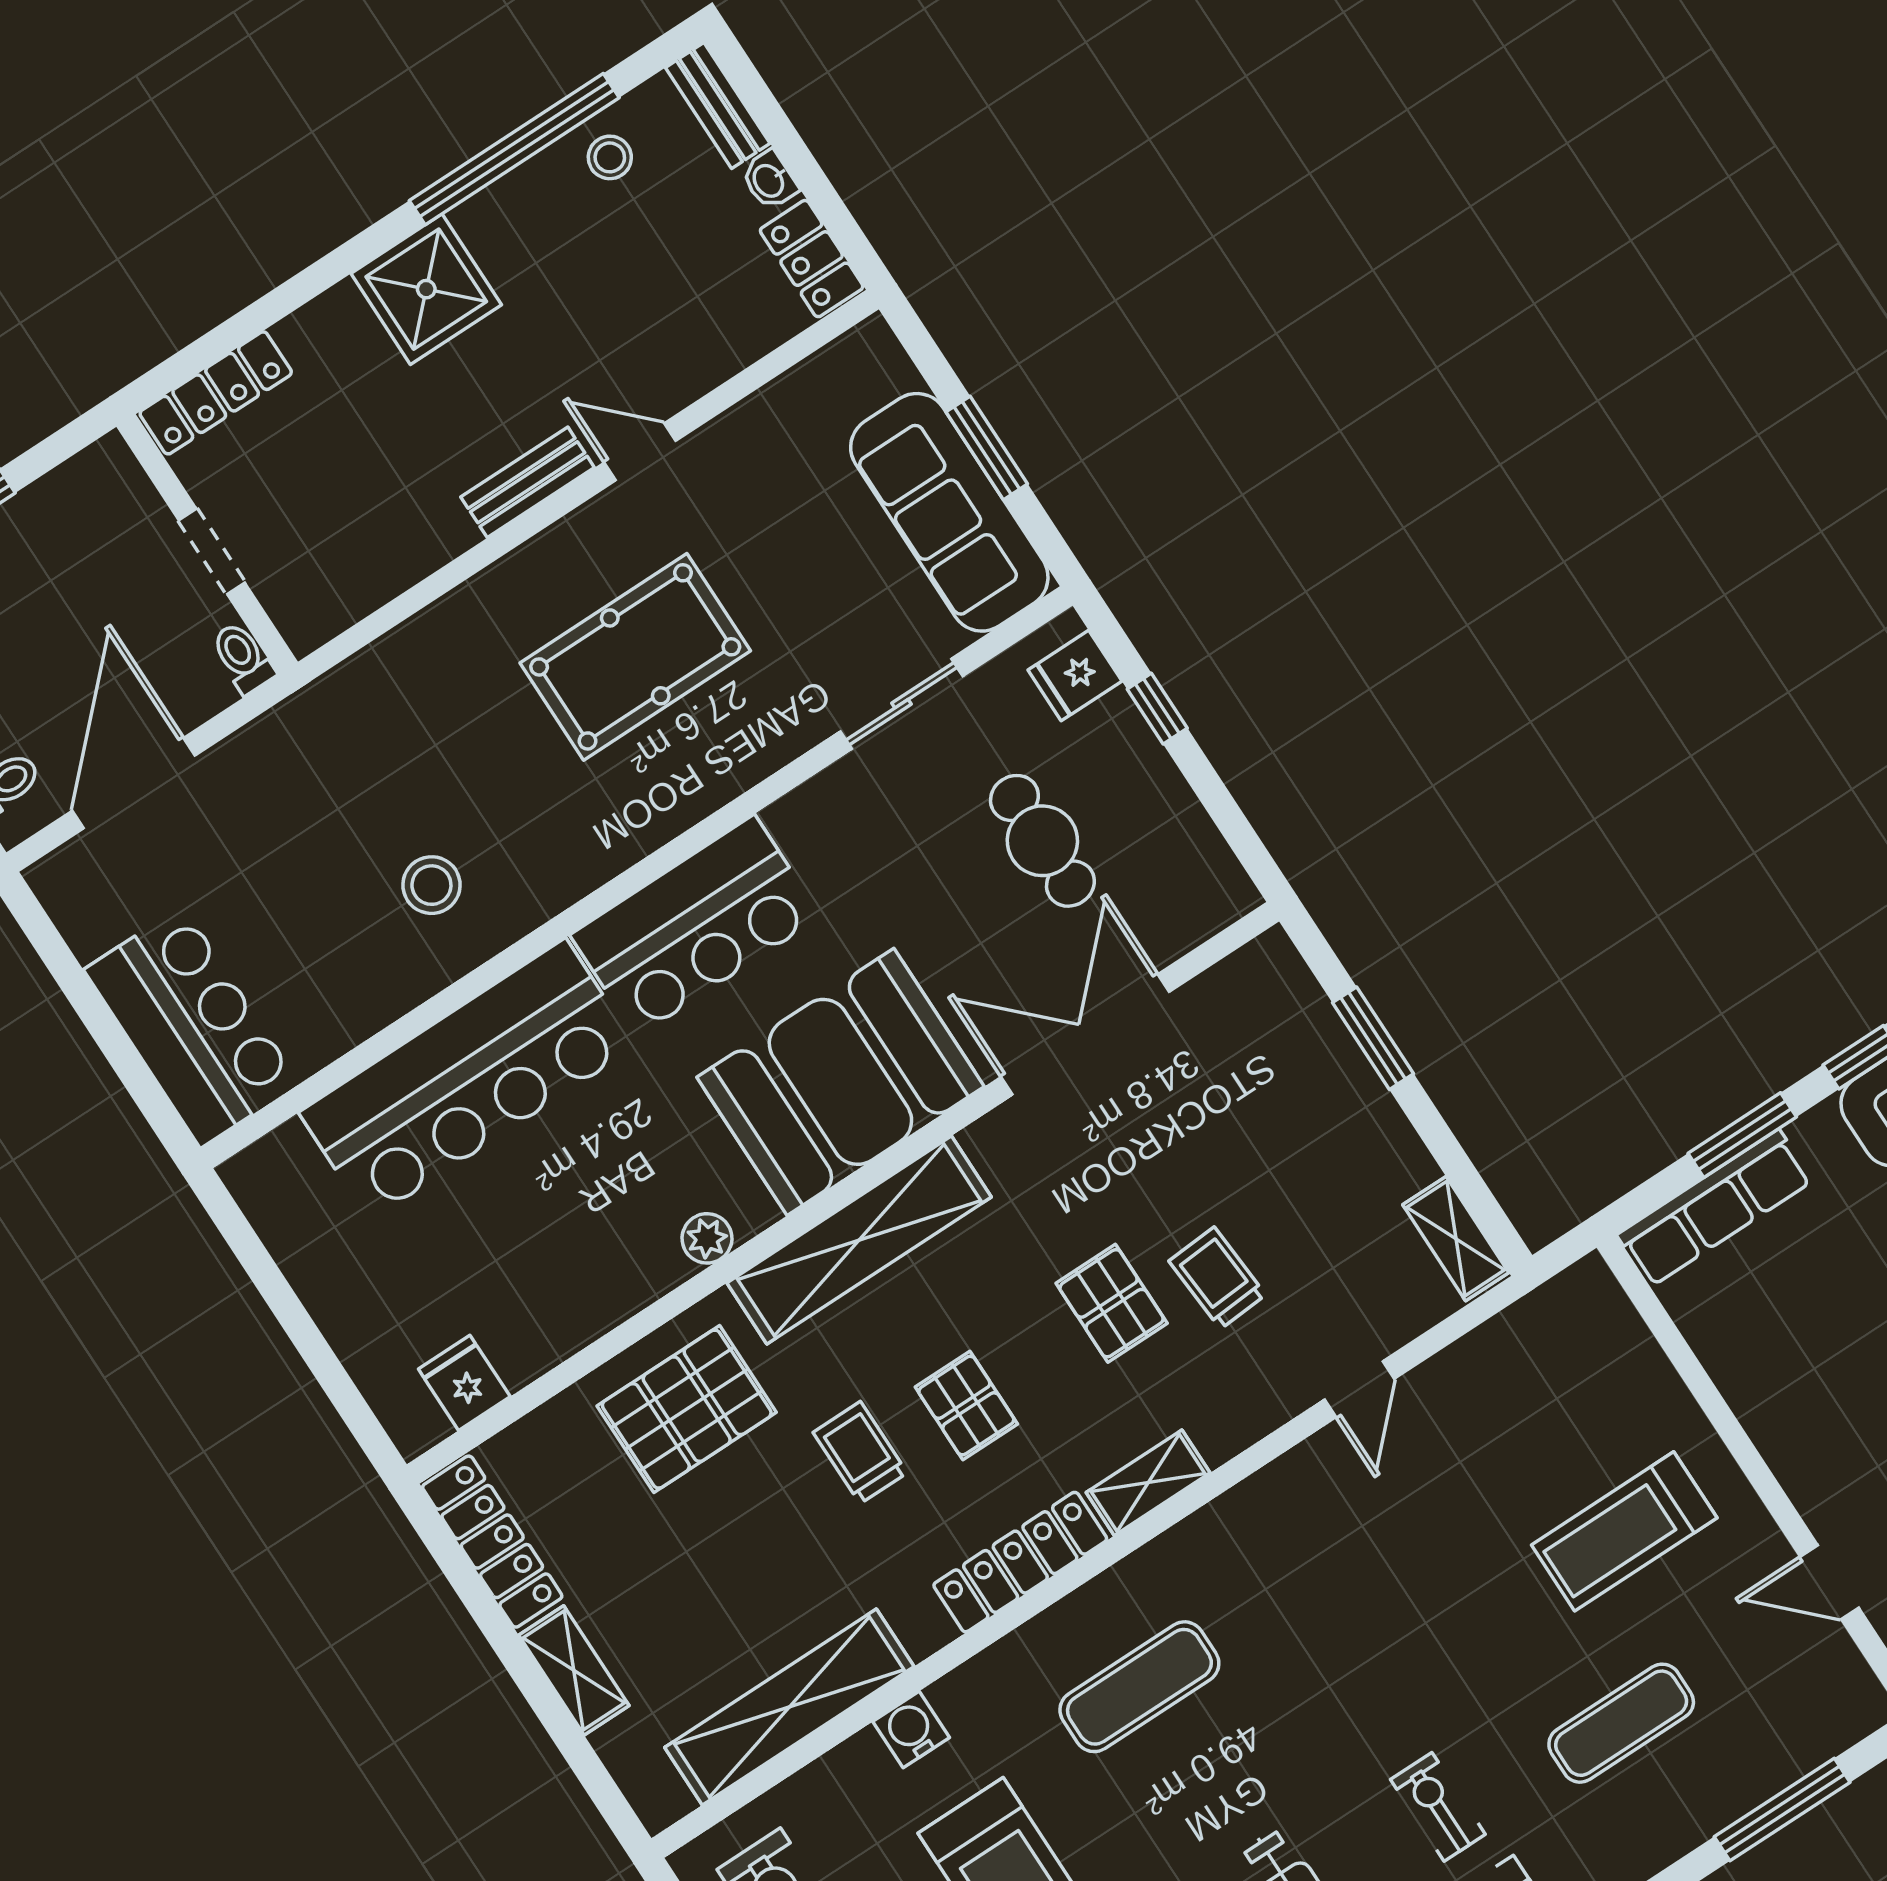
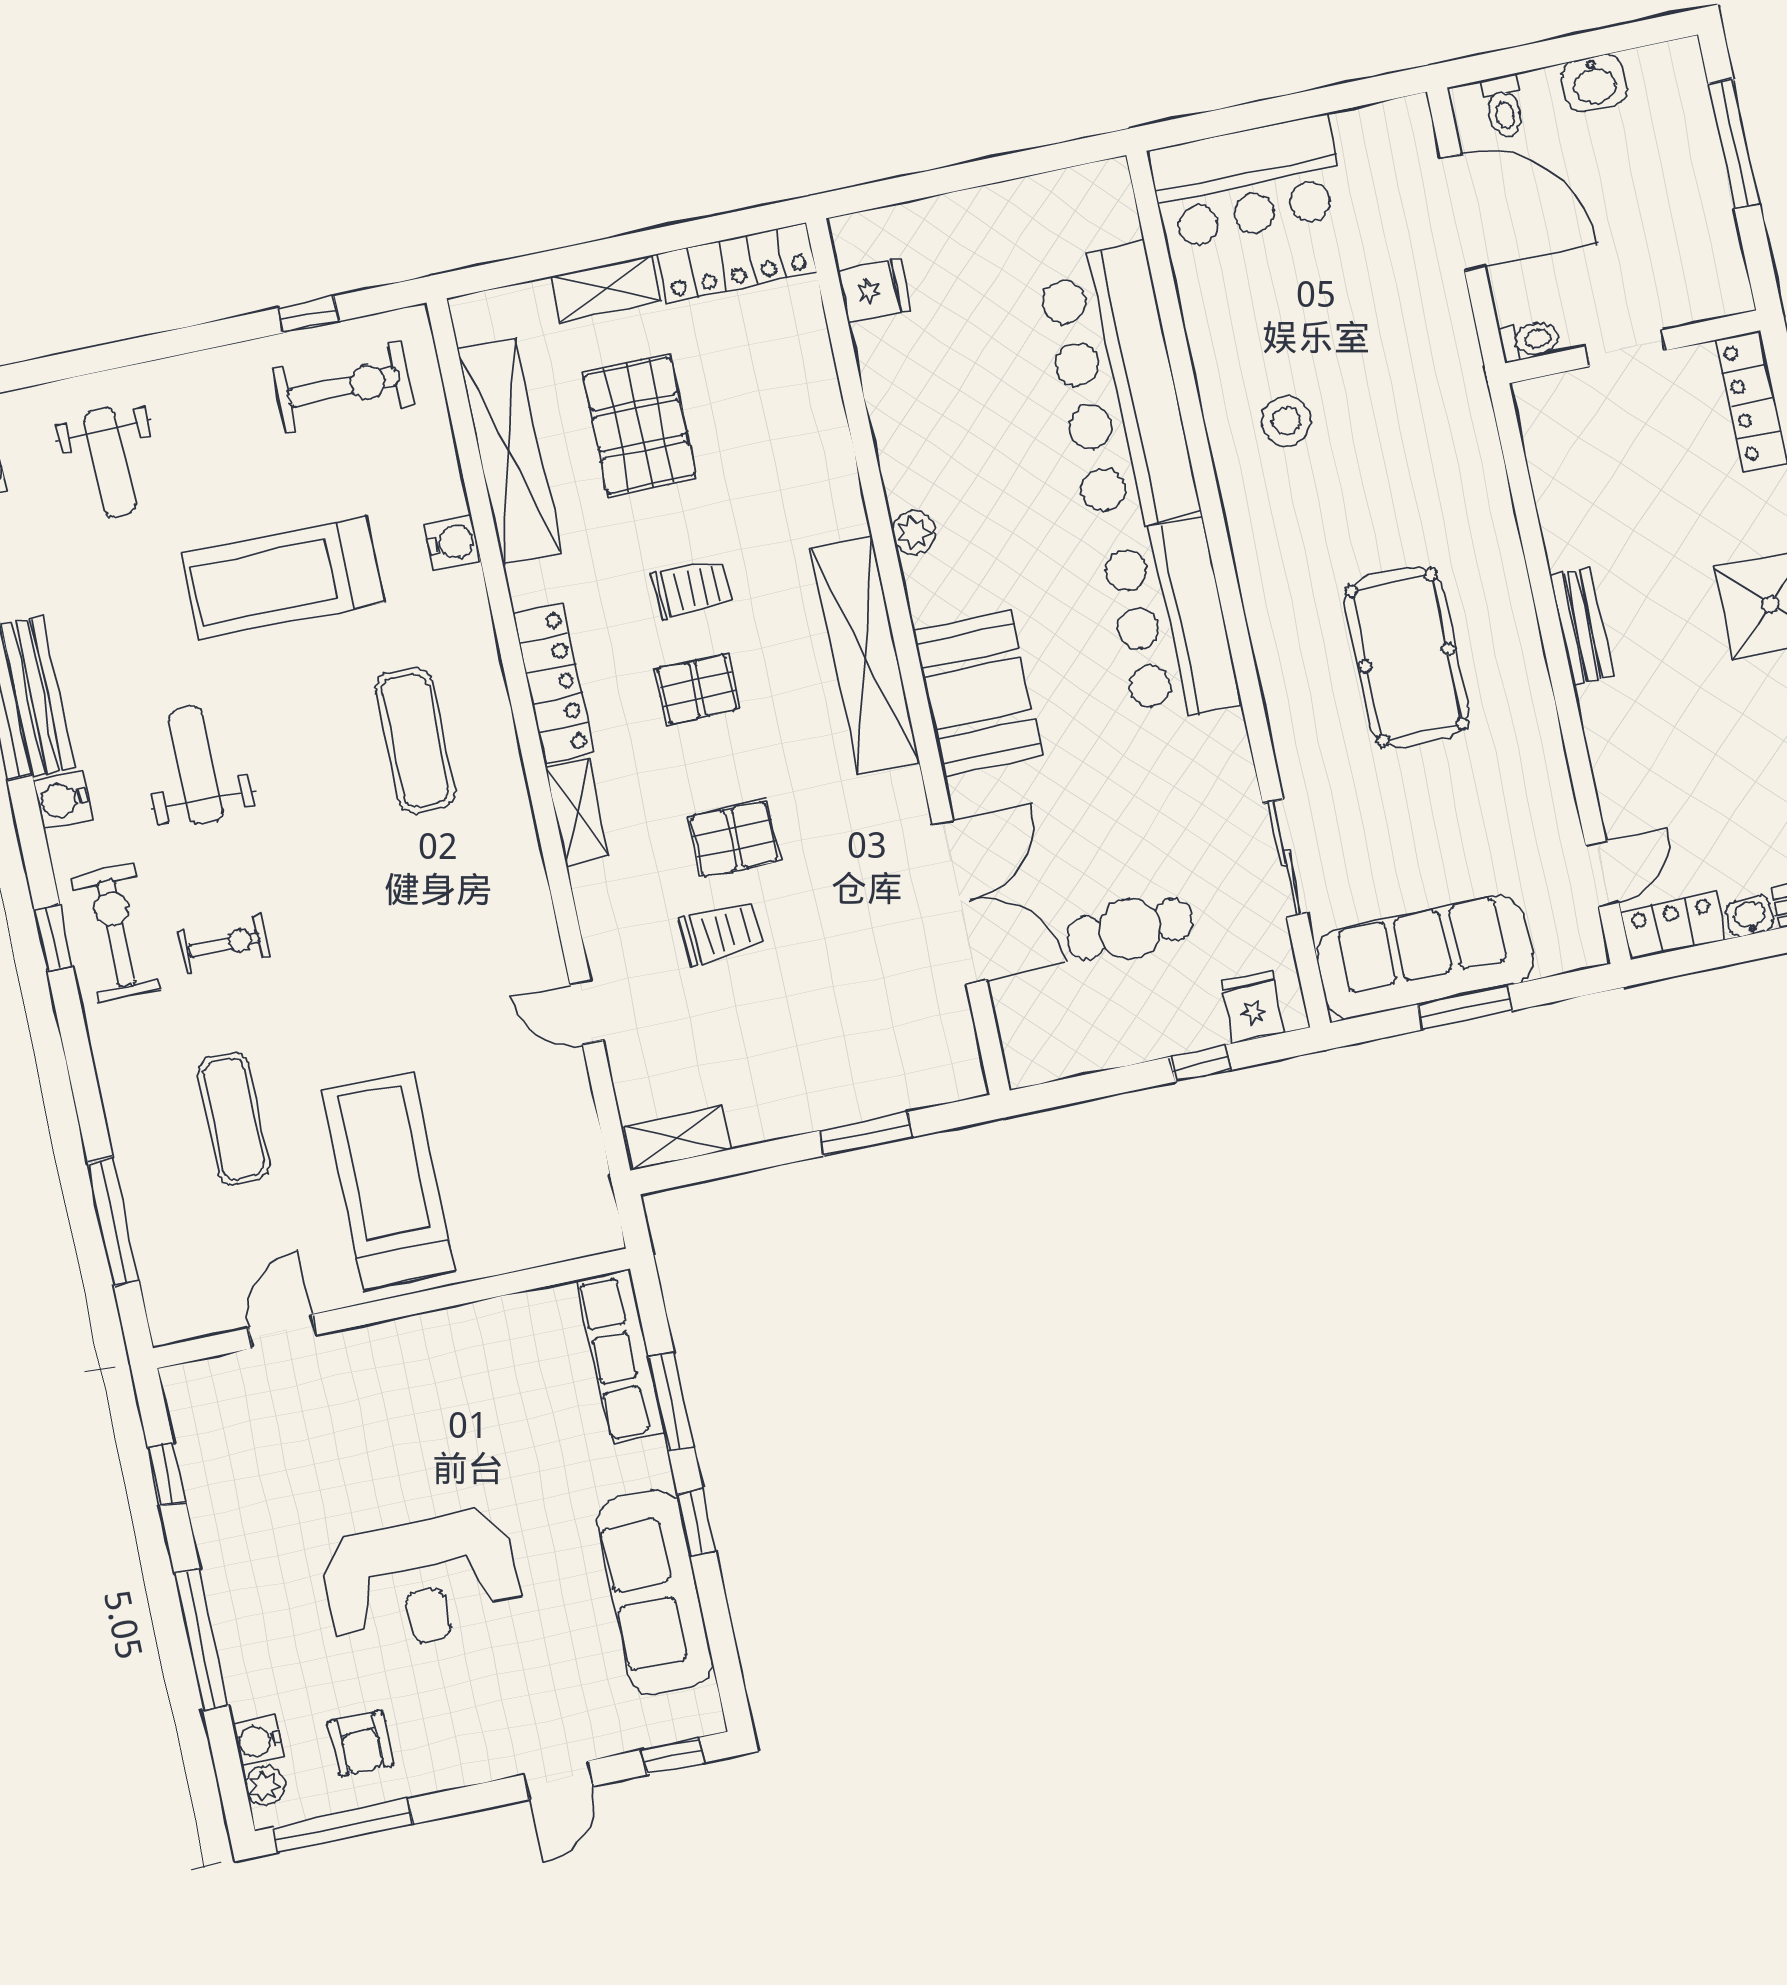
door: (640, 452) -> (1602, 874), moved
booth: (840, 1082) -> (978, 694), width x0.73, depth x0.70
pallet: (687, 1409) -> (639, 426), moved
treadmill: (1624, 1531) -> (388, 1181), width x1.37, depth x1.38

